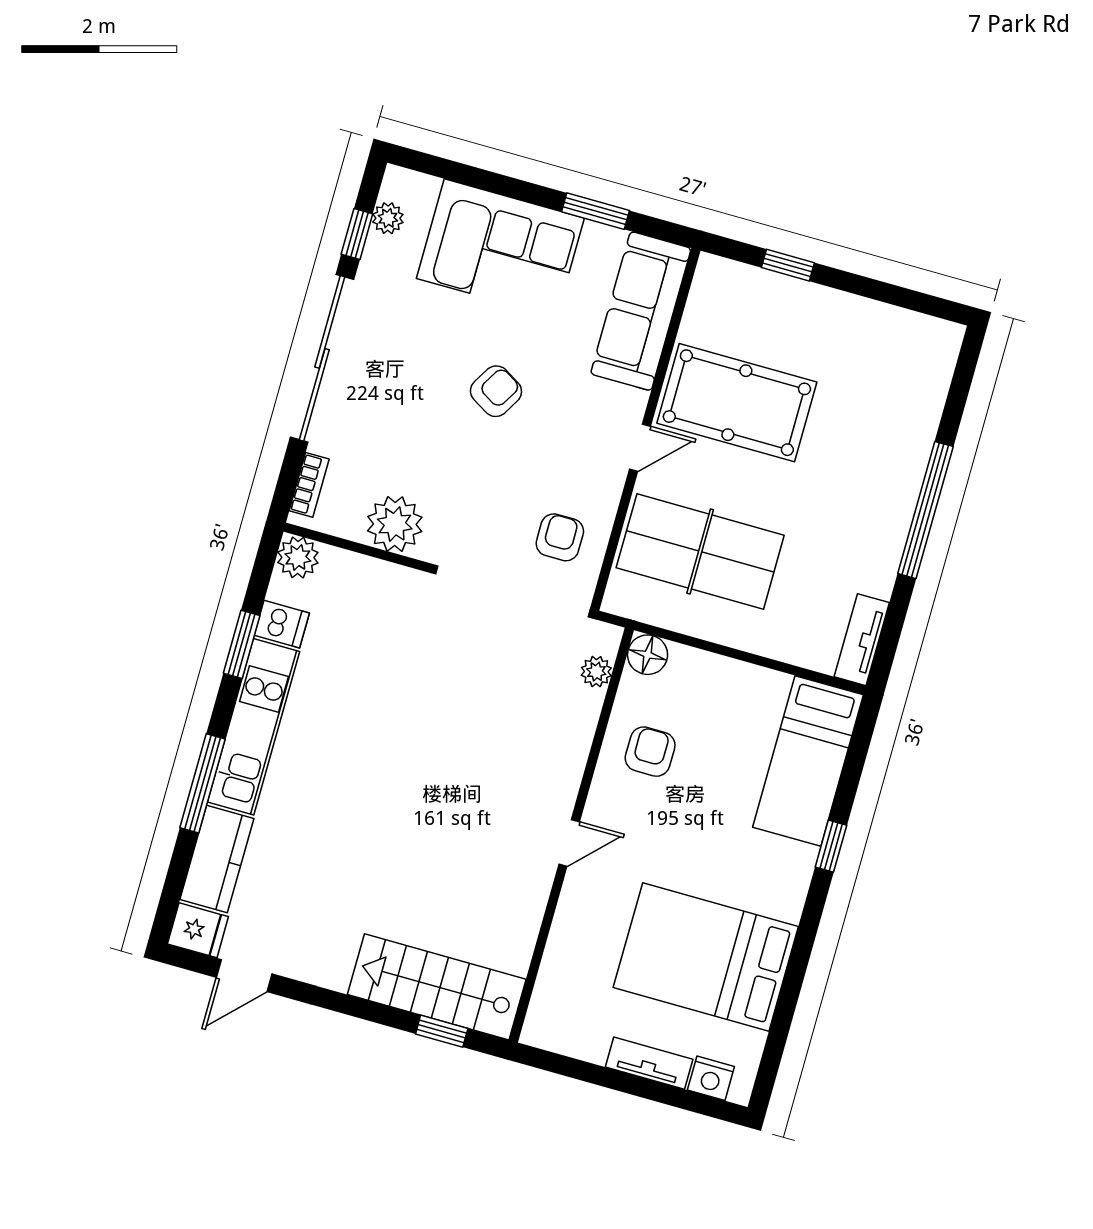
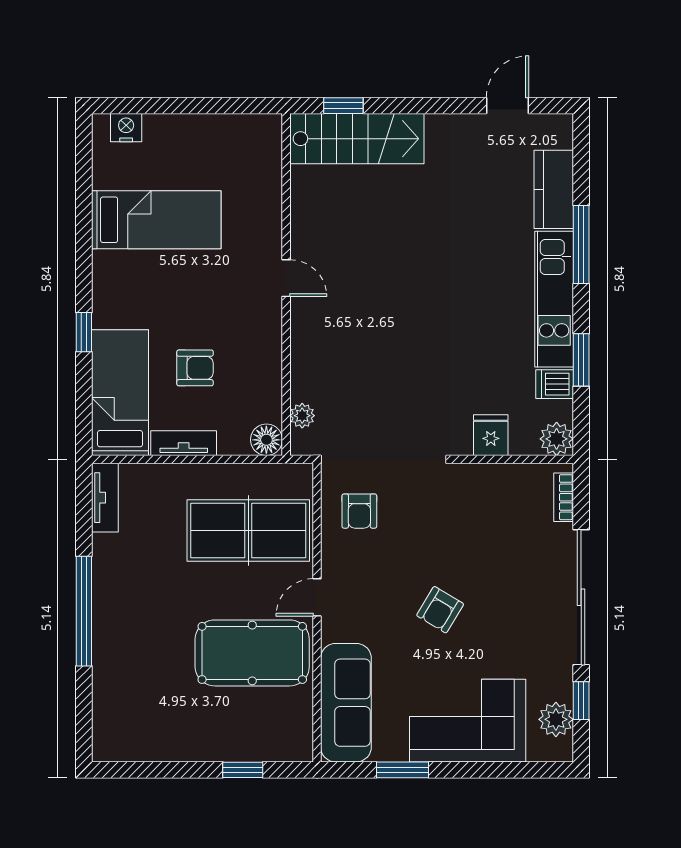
plant: (388, 218) -> (556, 719), width x1.38, depth x1.38
plant: (395, 524) -> (489, 486), removed
armchair: (650, 752) -> (195, 368), moved, turned -90
door: (569, 843) -> (286, 278), swing flipped
fridge: (198, 930) -> (491, 435), moved, turned 90
bed: (706, 957) -> (156, 220), width x0.67
tv unit: (649, 1063) -> (184, 443), moved, turned 180

